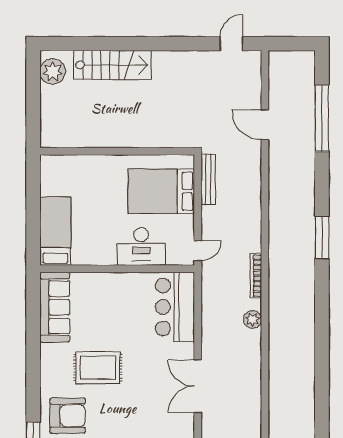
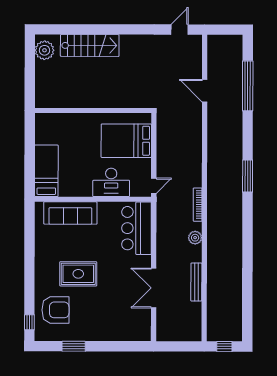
bench: (208, 179) -> (196, 282), moved
sofa: (55, 307) -> (70, 213), moved, turned 90

